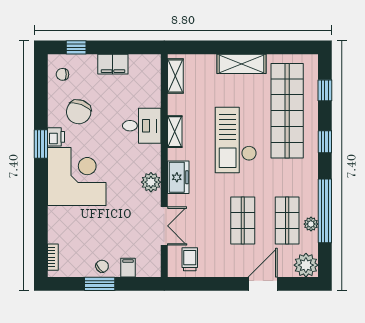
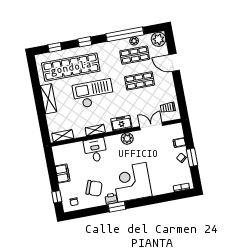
checkout: (236, 140) -> (93, 94), turned 180

